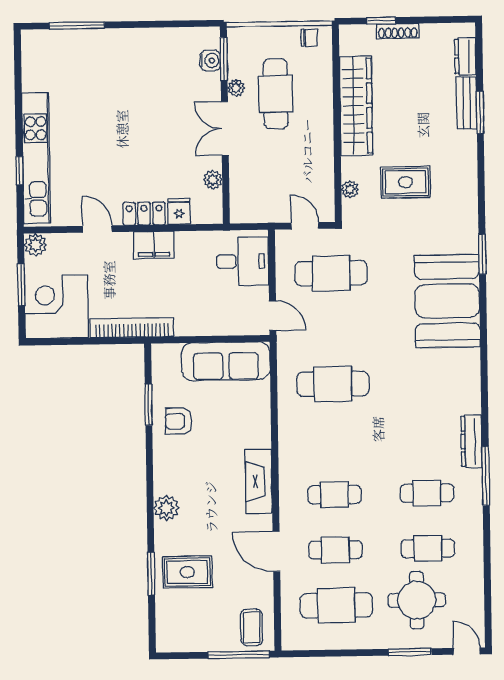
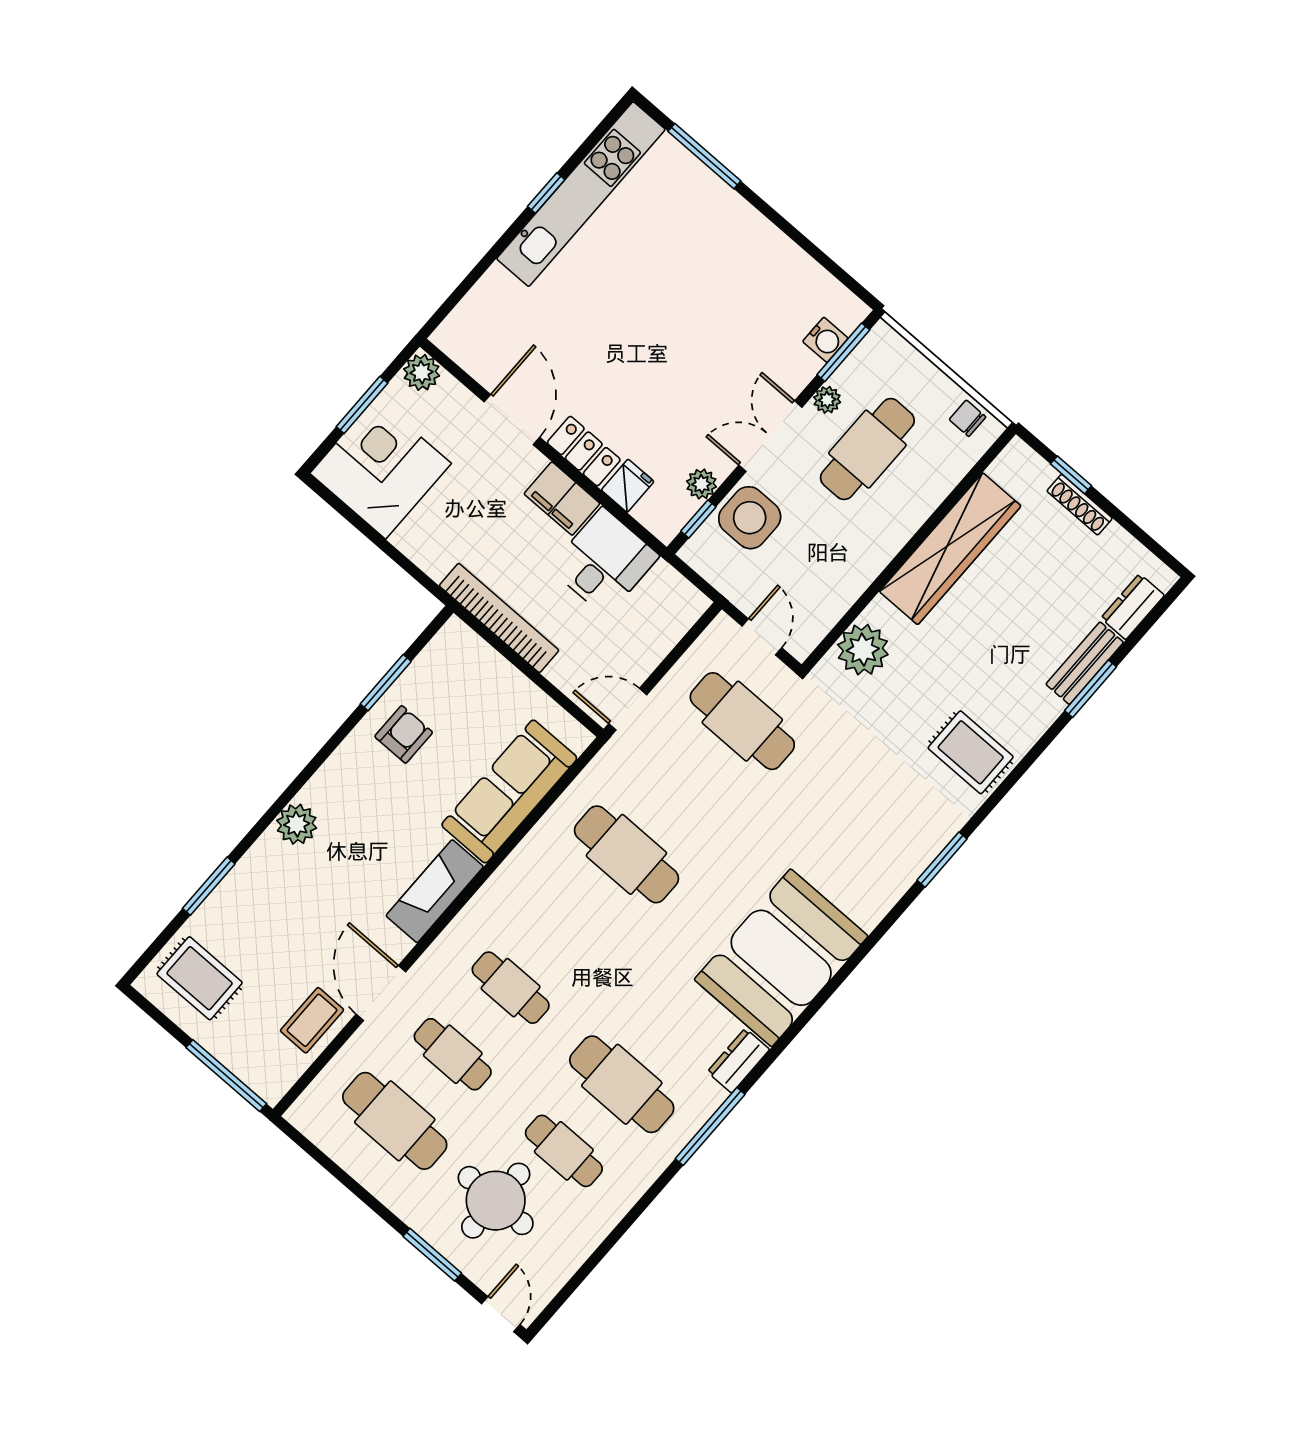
chair: (309, 38) -> (967, 418), turned 180
kitchen unit: (36, 158) -> (581, 194), moved
window: (19, 171) -> (546, 193), moved
side table: (249, 175) -> (750, 518), added
rug: (405, 182) -> (971, 752), moved
plant: (350, 189) -> (863, 650), width x1.88, depth x1.88
window: (226, 197) -> (698, 519), added
door: (97, 229) -> (512, 420), width x1.38
desk: (242, 261) -> (604, 562), moved, turned -90
booth: (447, 301) -> (781, 958), moved
door: (273, 316) -> (628, 709), swing flipped
bookcase: (132, 328) -> (499, 618), moved
sofa: (226, 361) -> (509, 792), moved, turned 90
armchair: (179, 421) -> (404, 734), turned 90
dresser: (472, 441) -> (738, 1061), width x0.70
cafe table: (427, 493) -> (622, 1084), width x1.37, depth x1.35
rug: (187, 572) -> (200, 978), moved
coffee table: (252, 627) -> (312, 1020), moved

